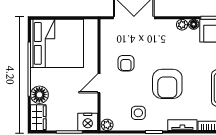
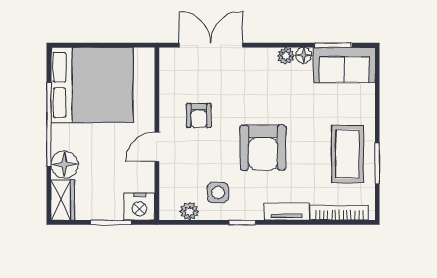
plant: (107, 125) -> (189, 211), moved

